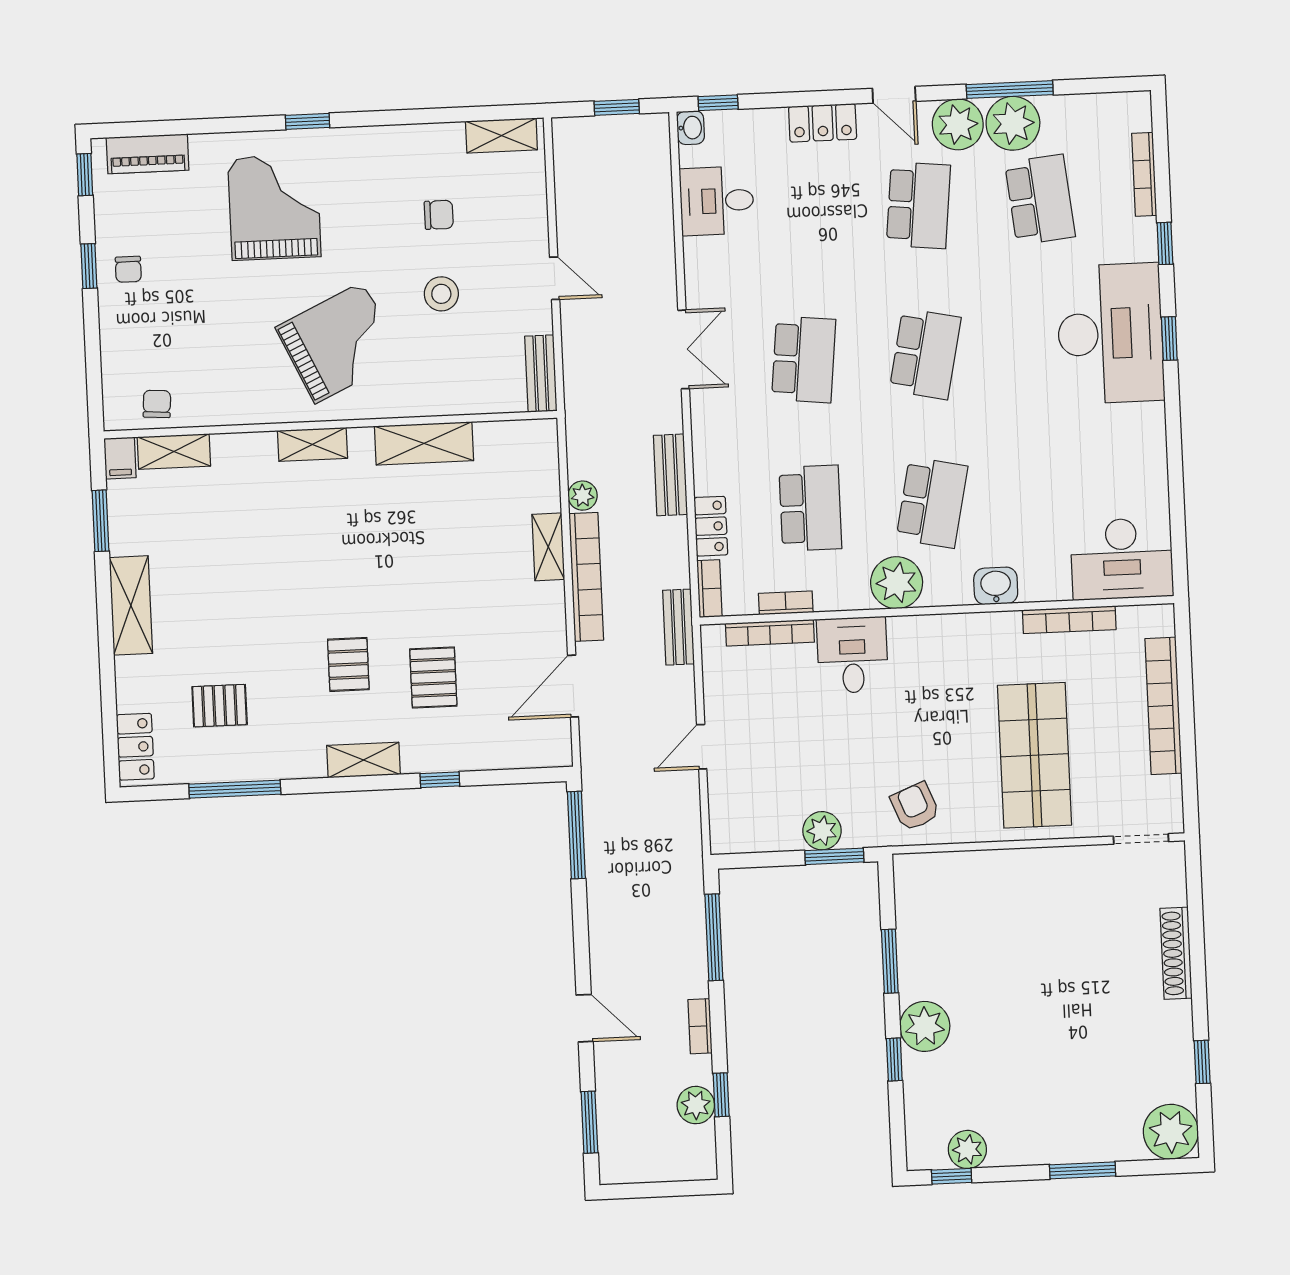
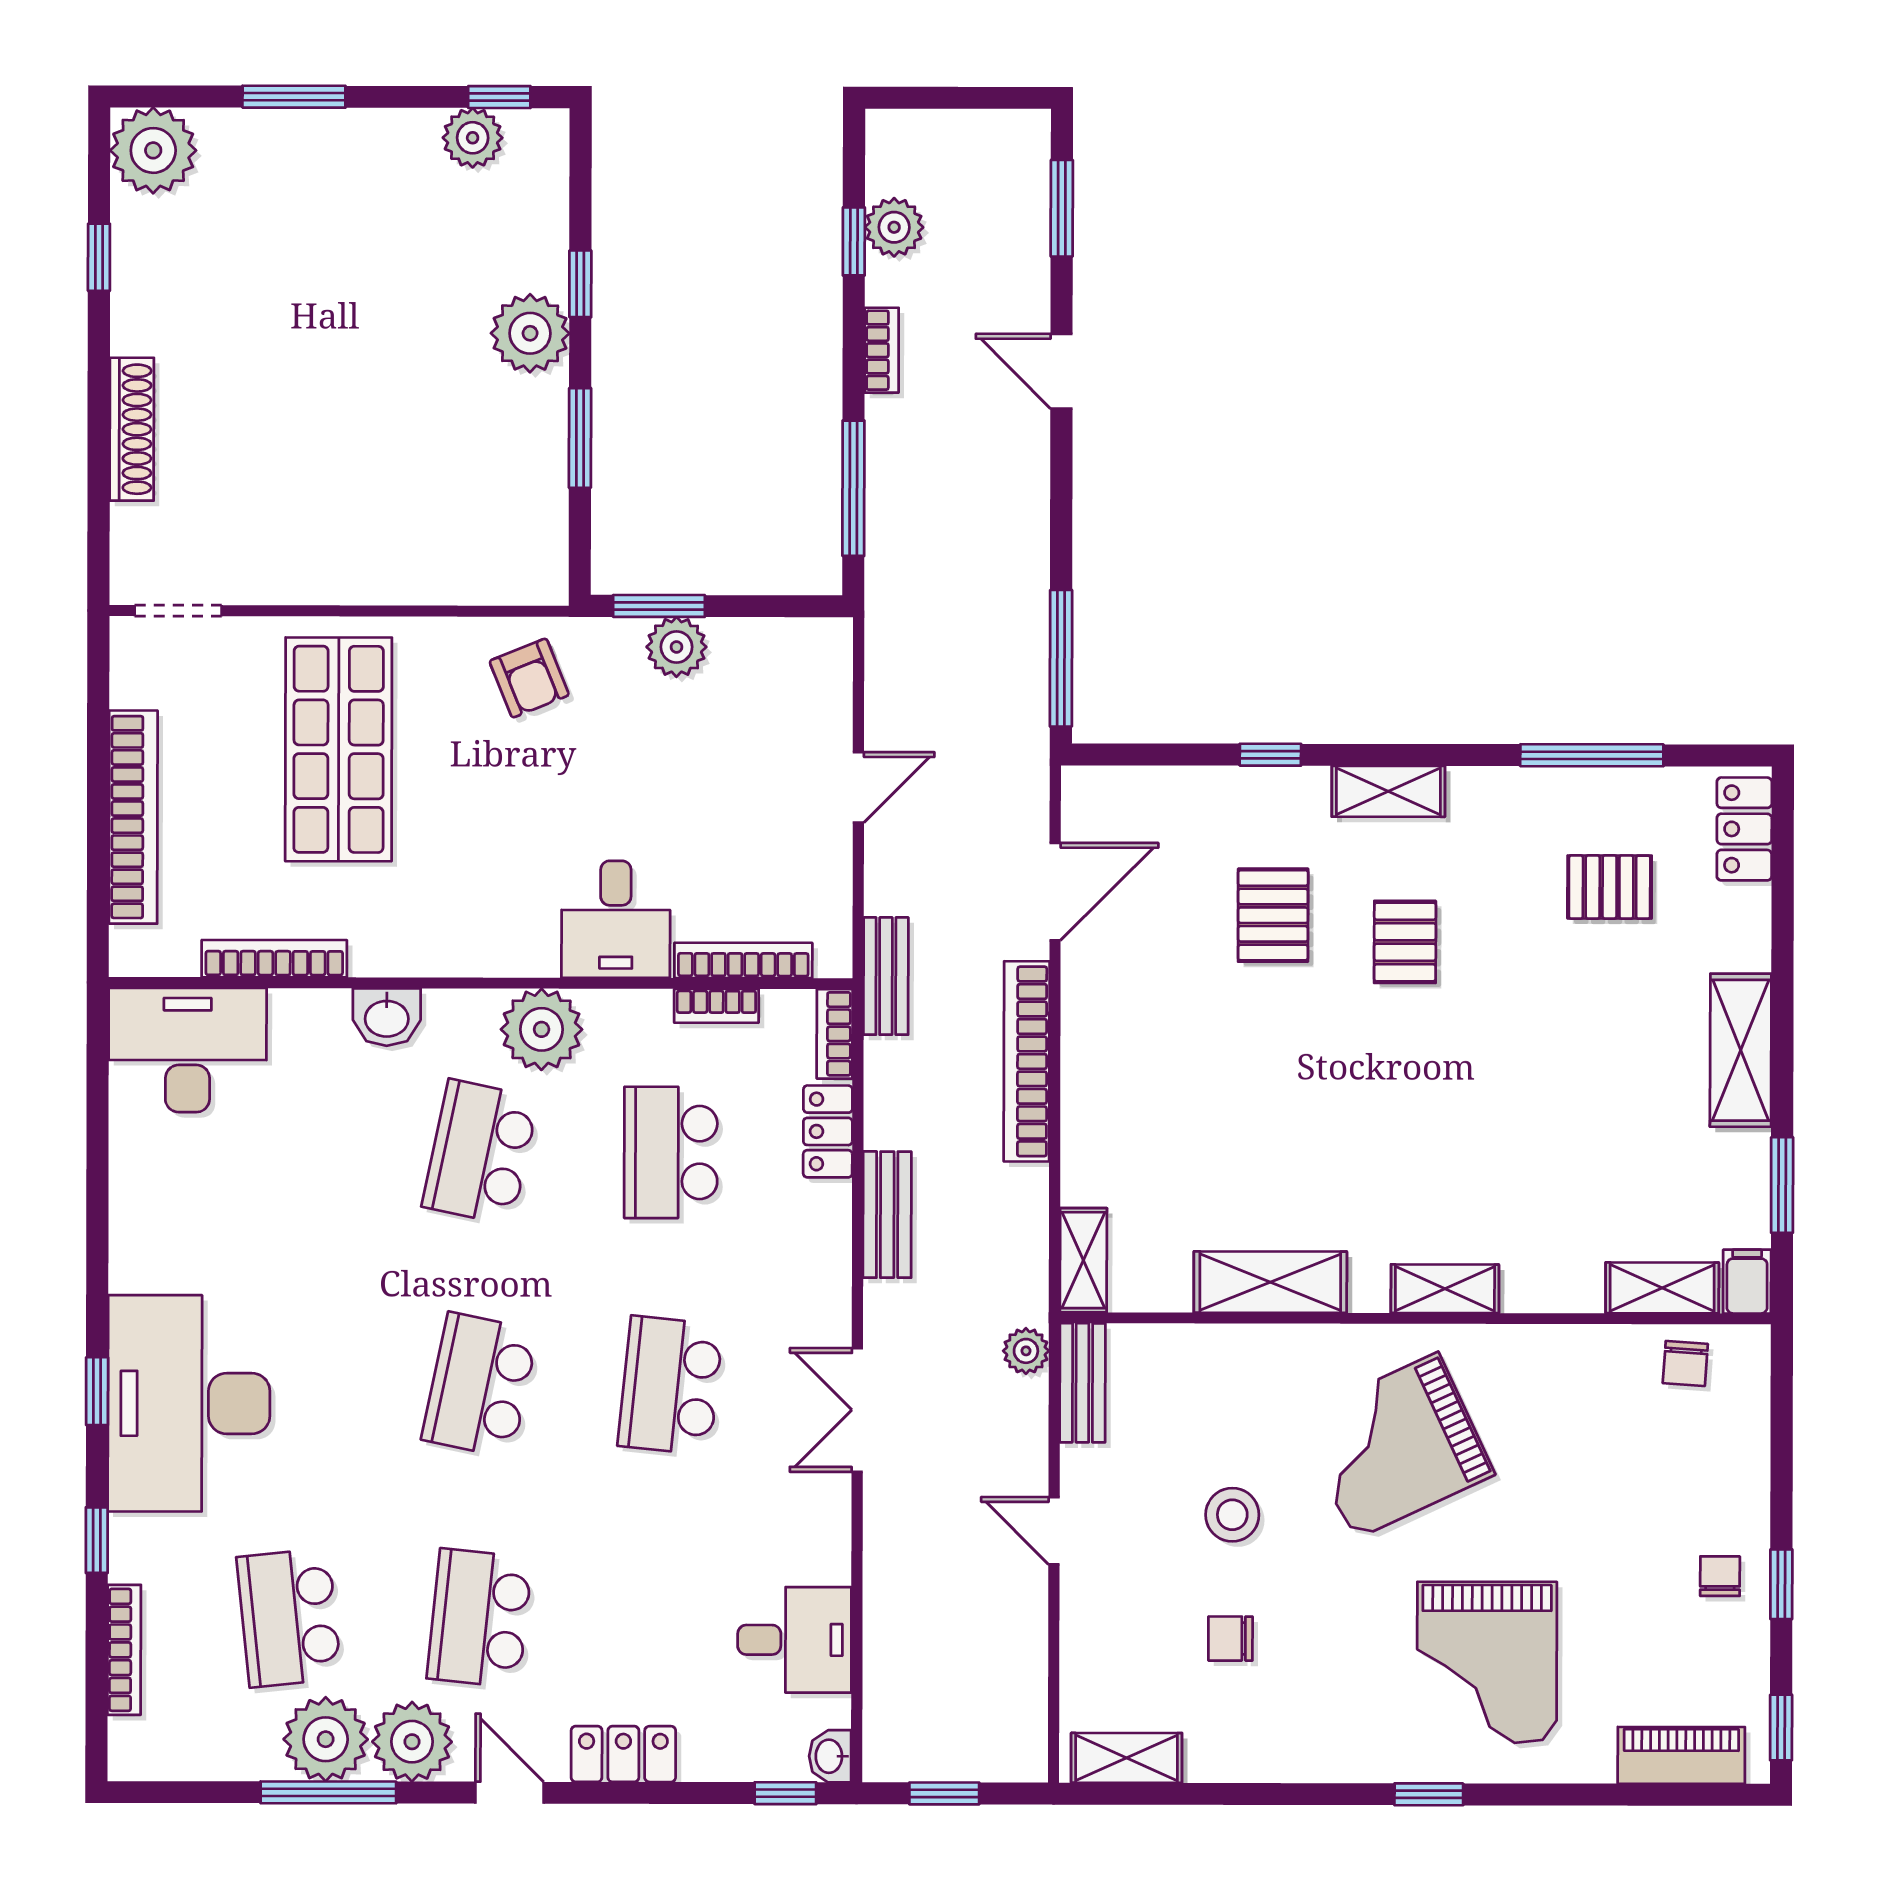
plant: (583, 496) -> (1026, 1351), moved
shelving: (548, 547) -> (1083, 1260), moved

